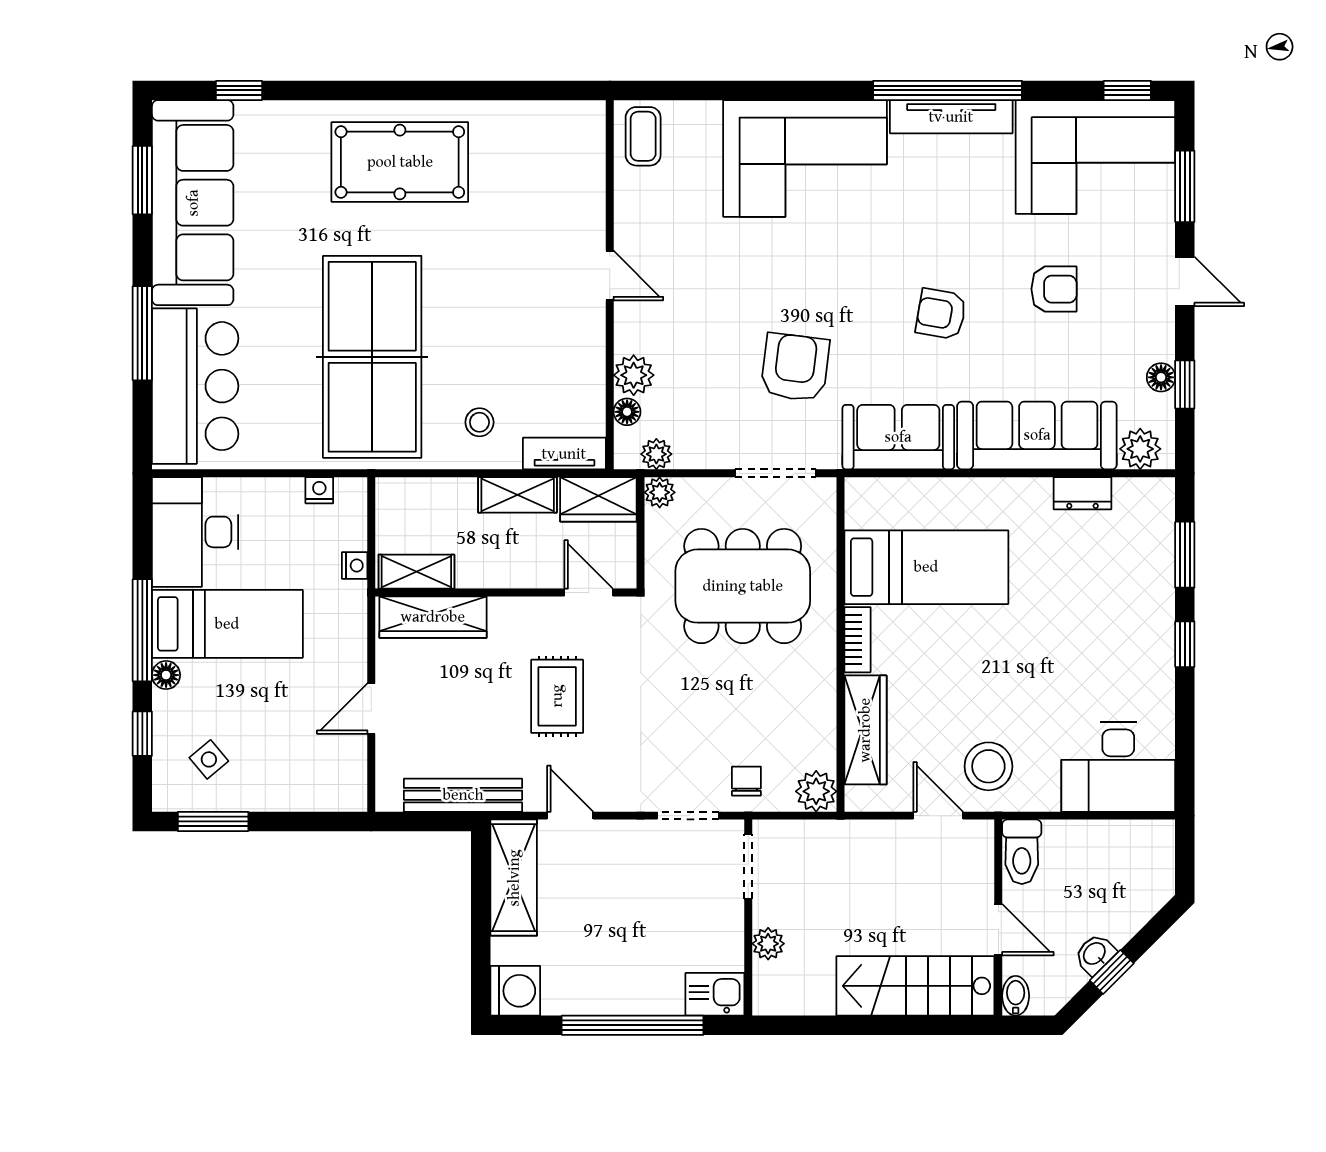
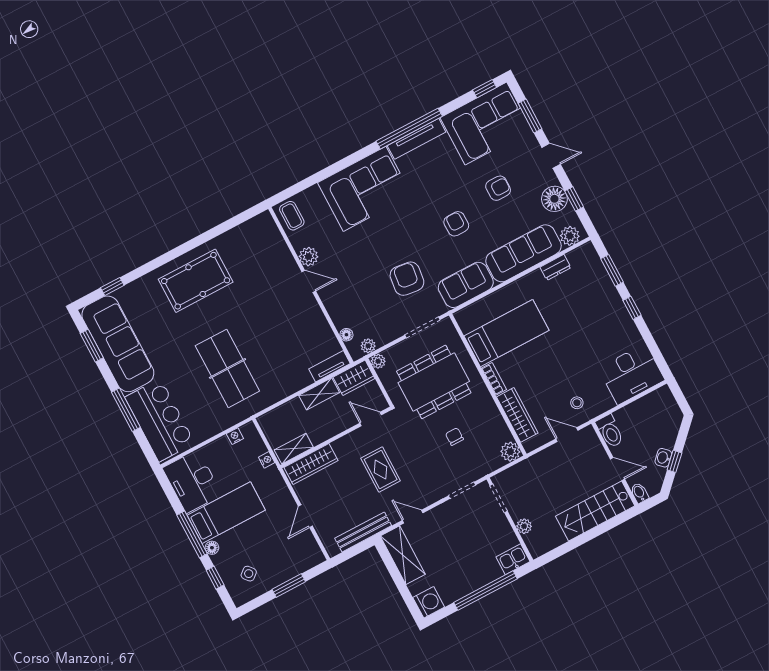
armchair: (941, 314) -> (456, 224), turned 80
table tennis table: (372, 357) -> (227, 368), width x0.73, depth x0.76
plant: (634, 375) -> (308, 257), moved
floor lamp: (1161, 377) -> (554, 199), width x1.89, depth x1.89
stool: (479, 422) -> (287, 372), removed
stool: (988, 766) -> (577, 403), width x0.53, depth x0.53
chair: (746, 781) -> (454, 437), moved
window: (213, 821) -> (289, 586), moved

